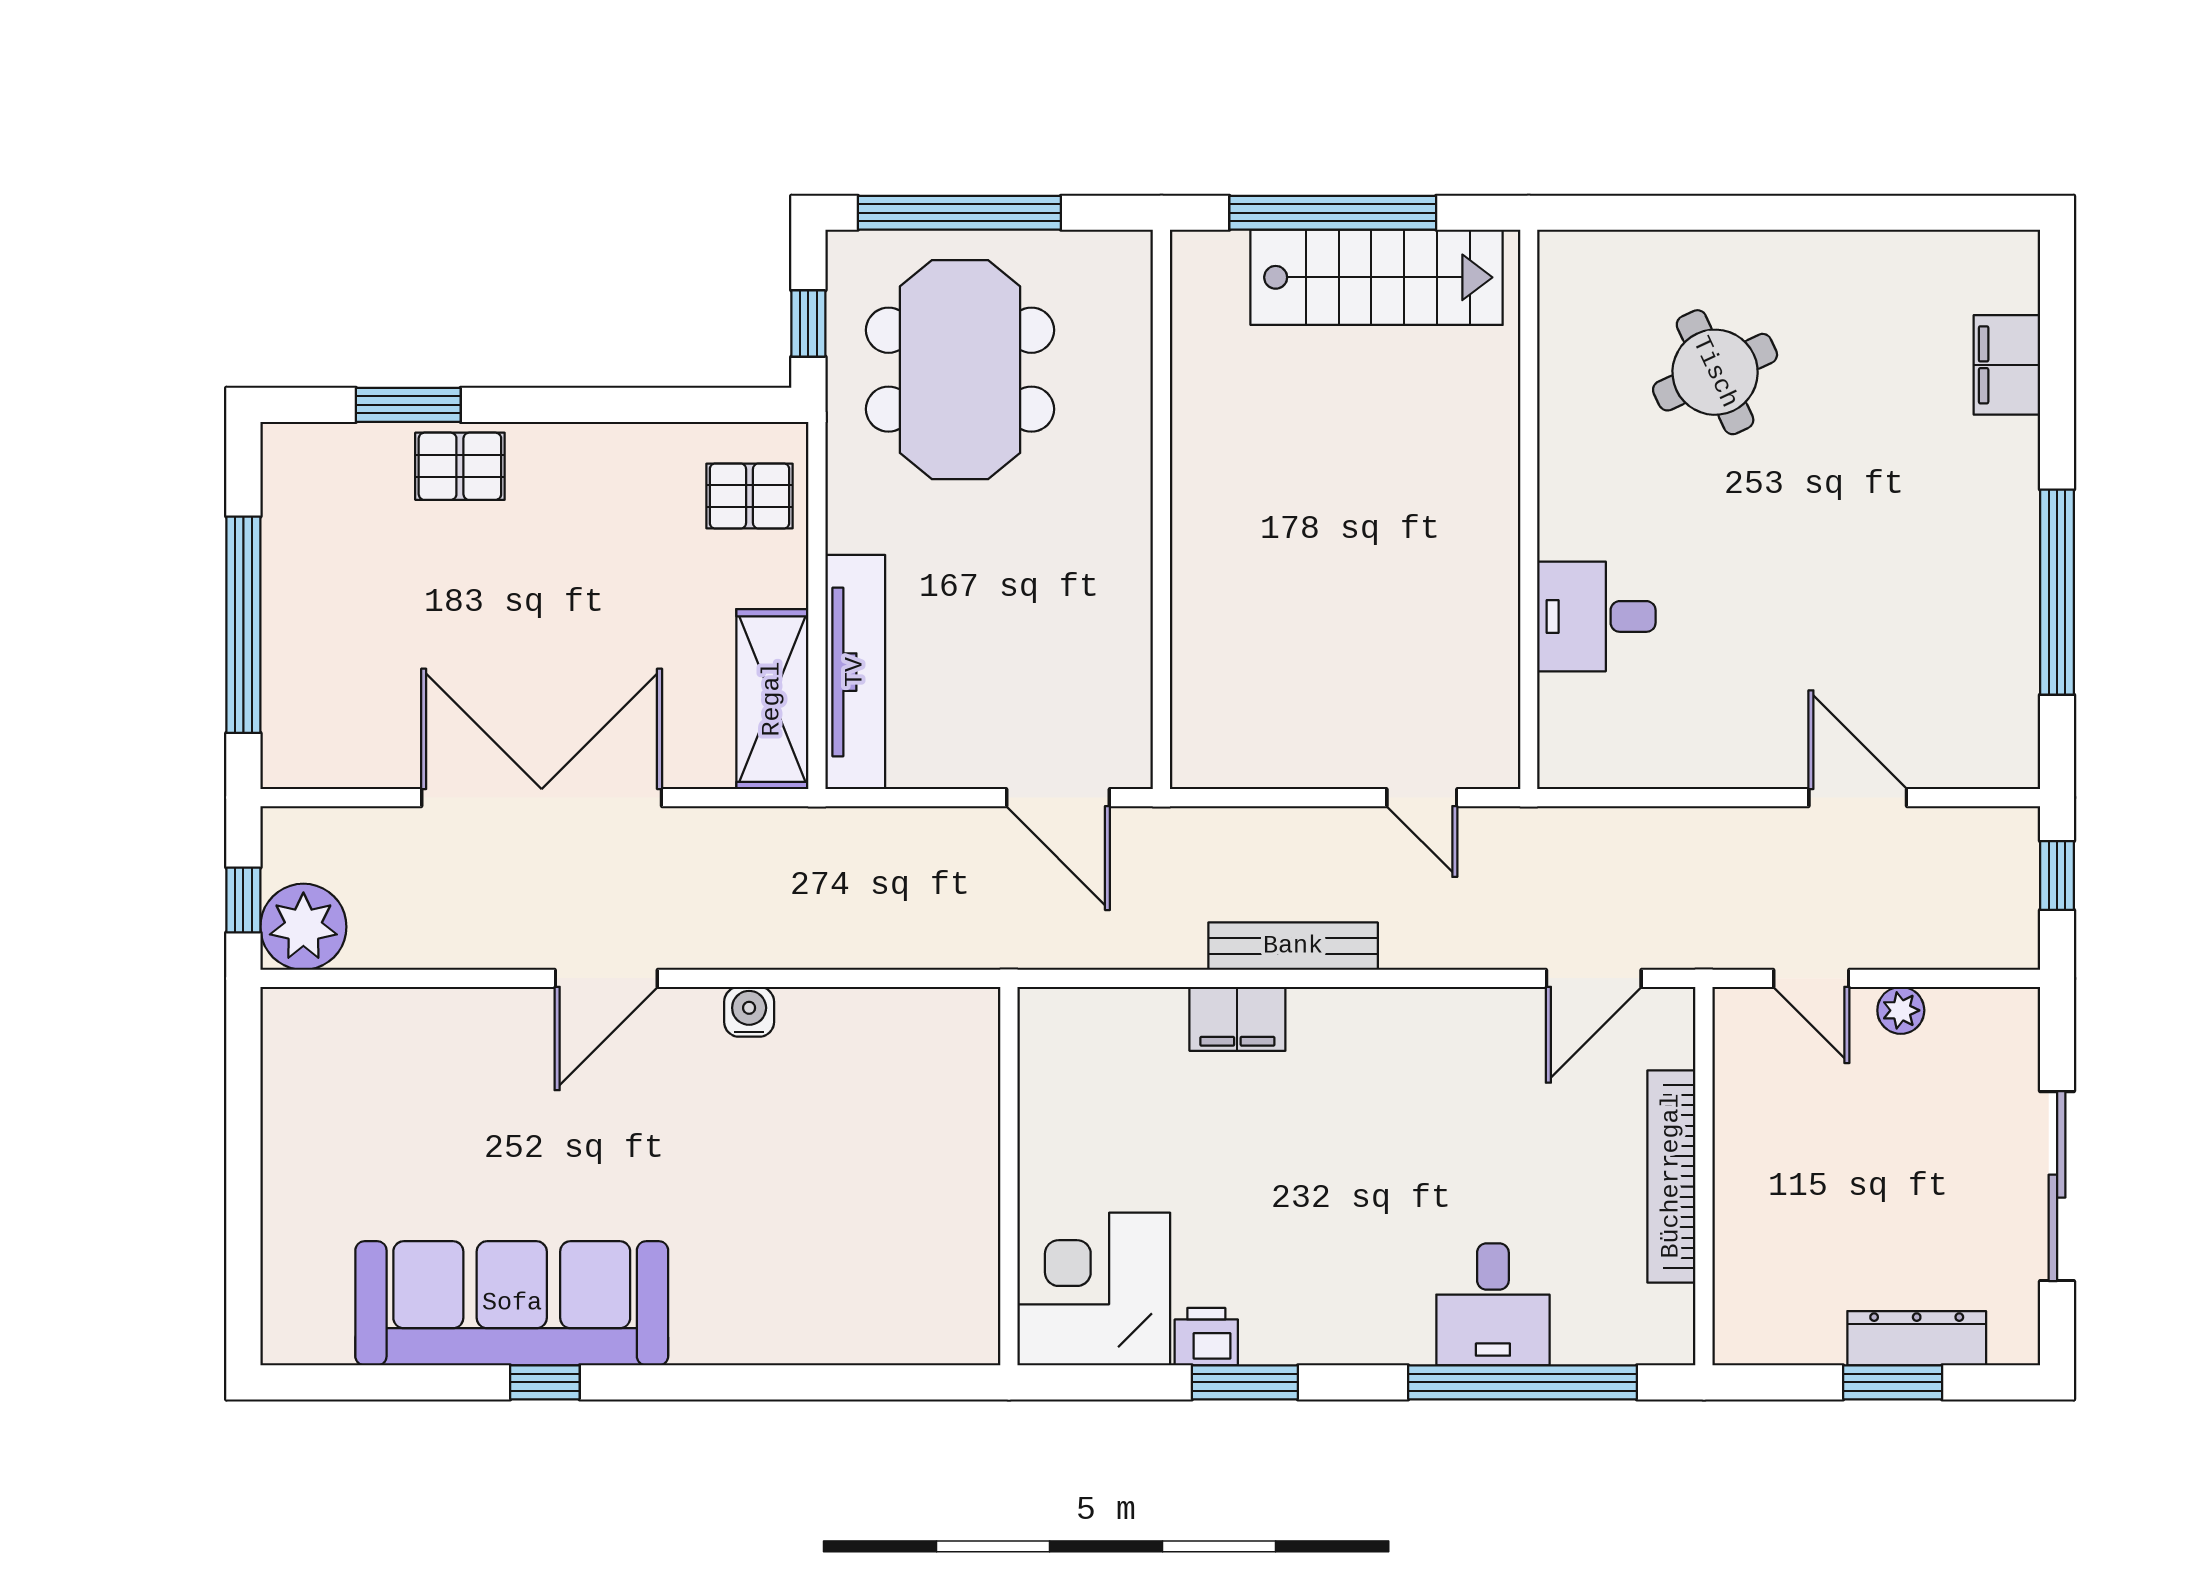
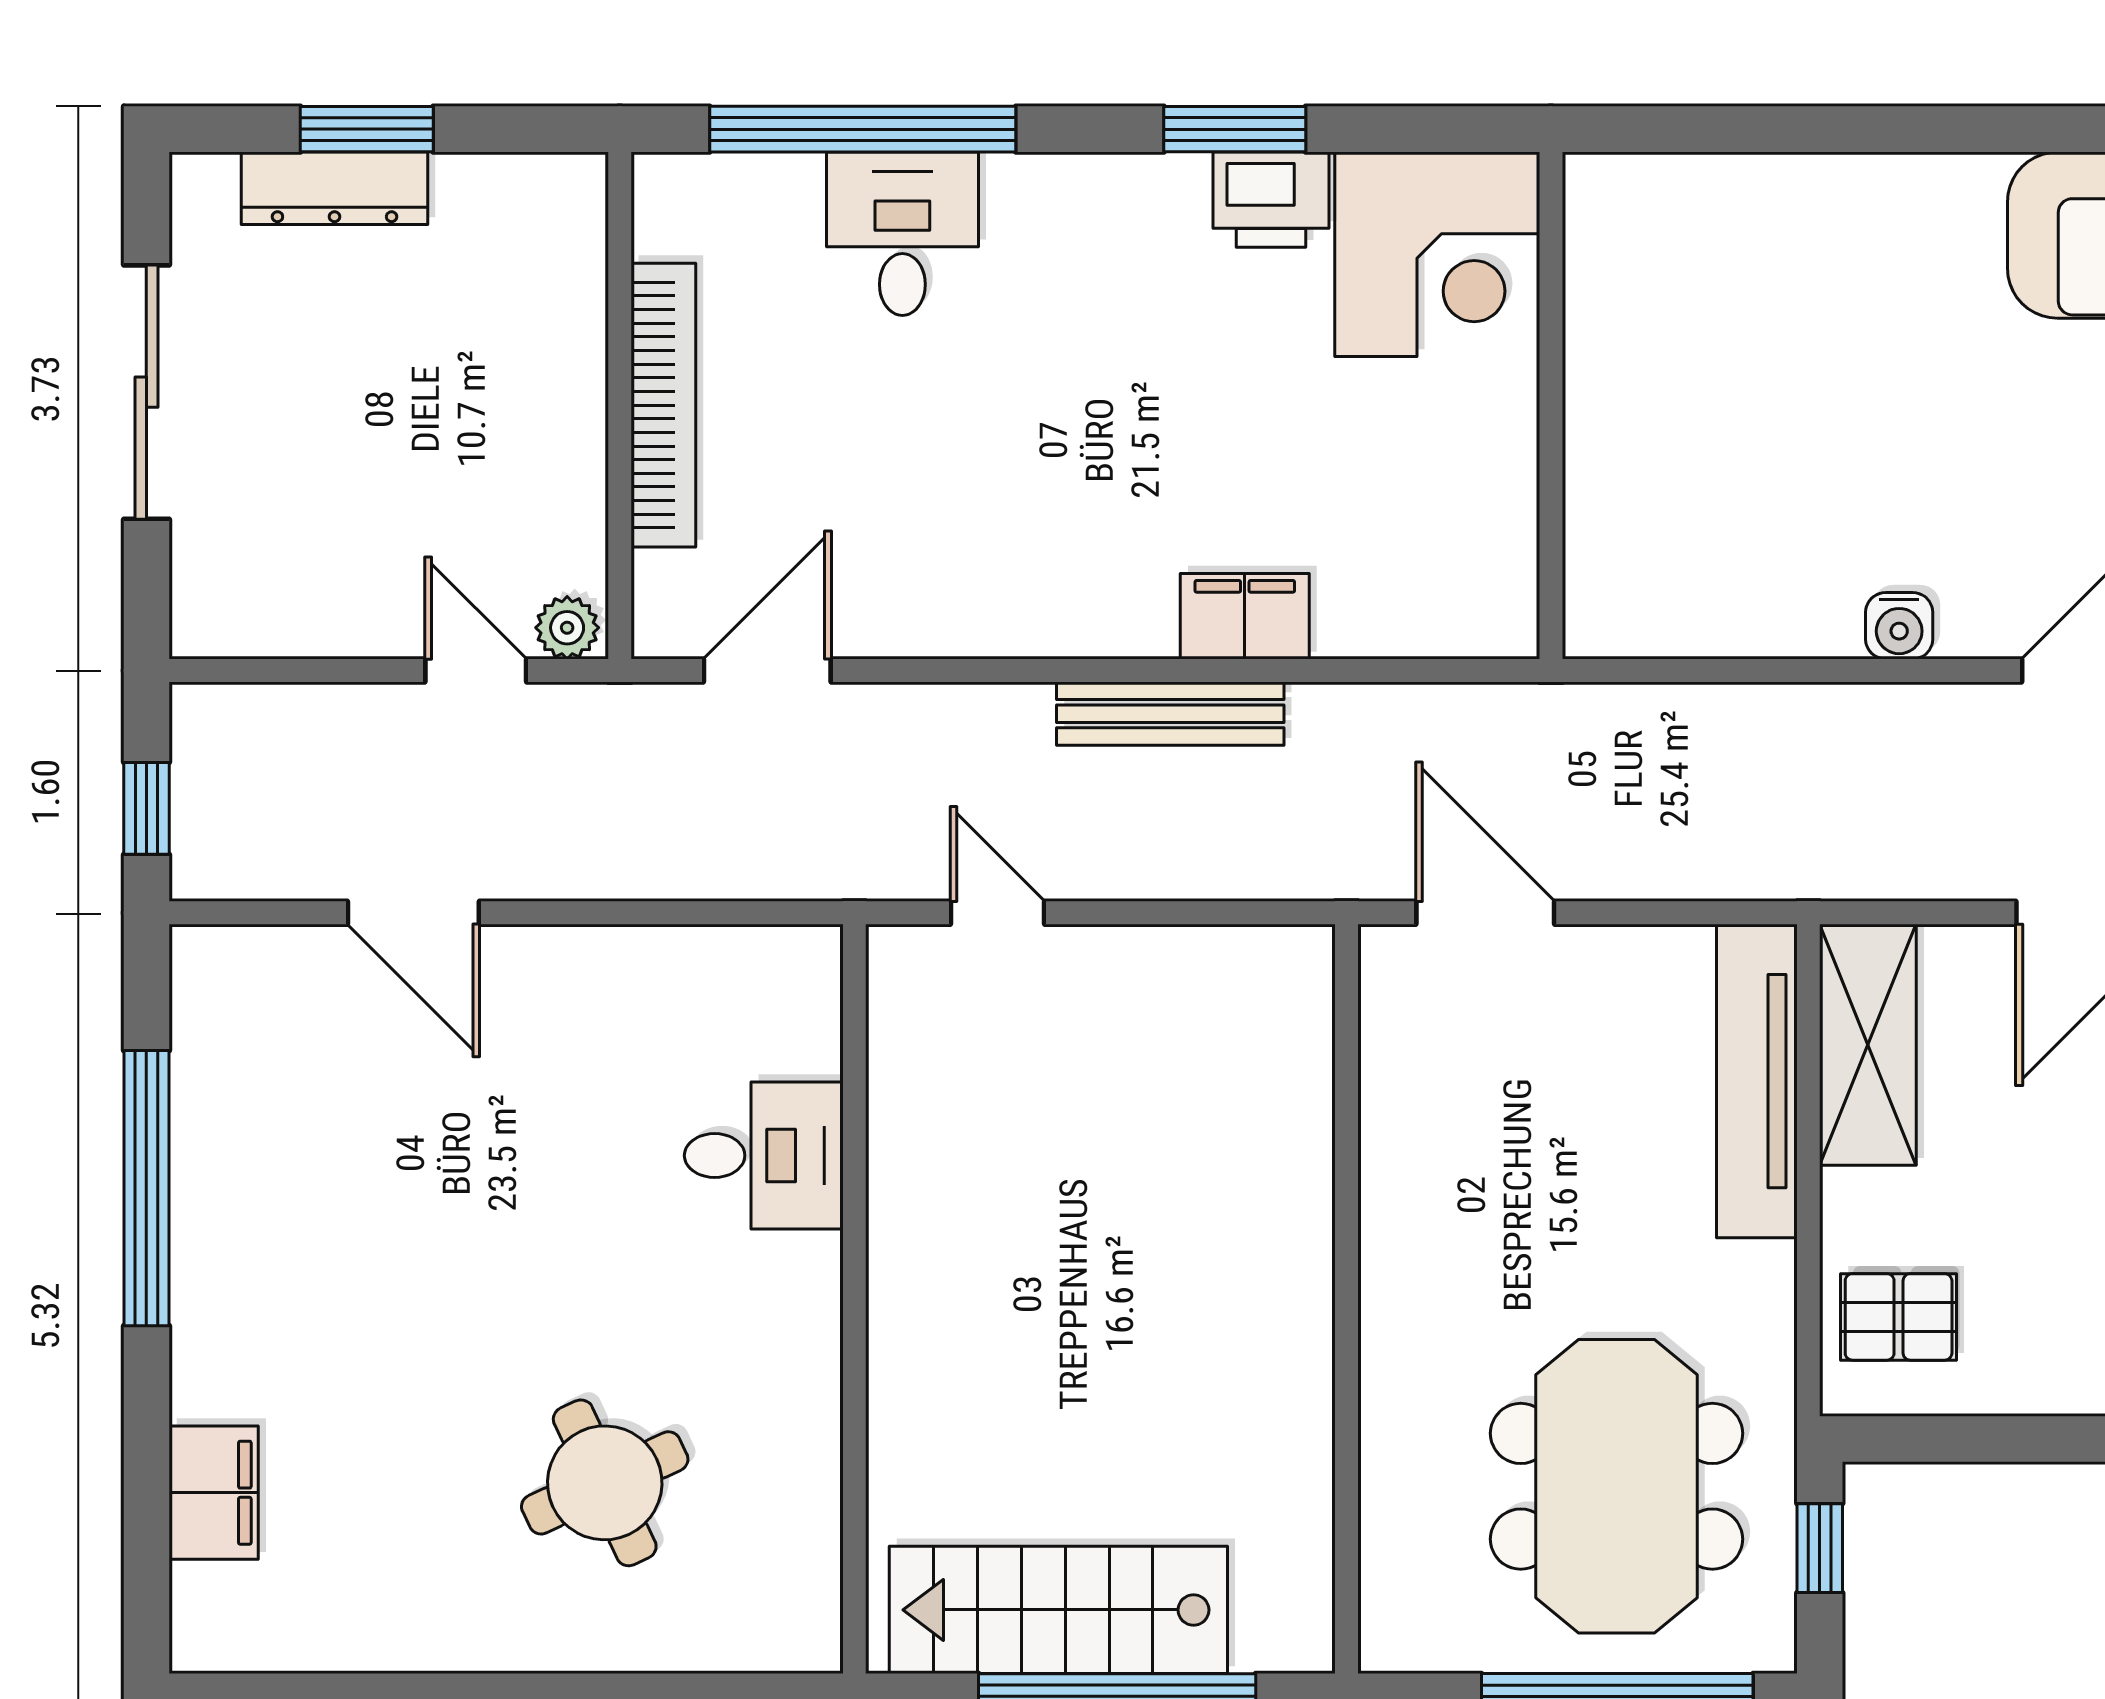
plant: (1901, 1010) -> (567, 628), moved
printer: (1206, 1337) -> (1271, 200), width x1.36, depth x1.24

